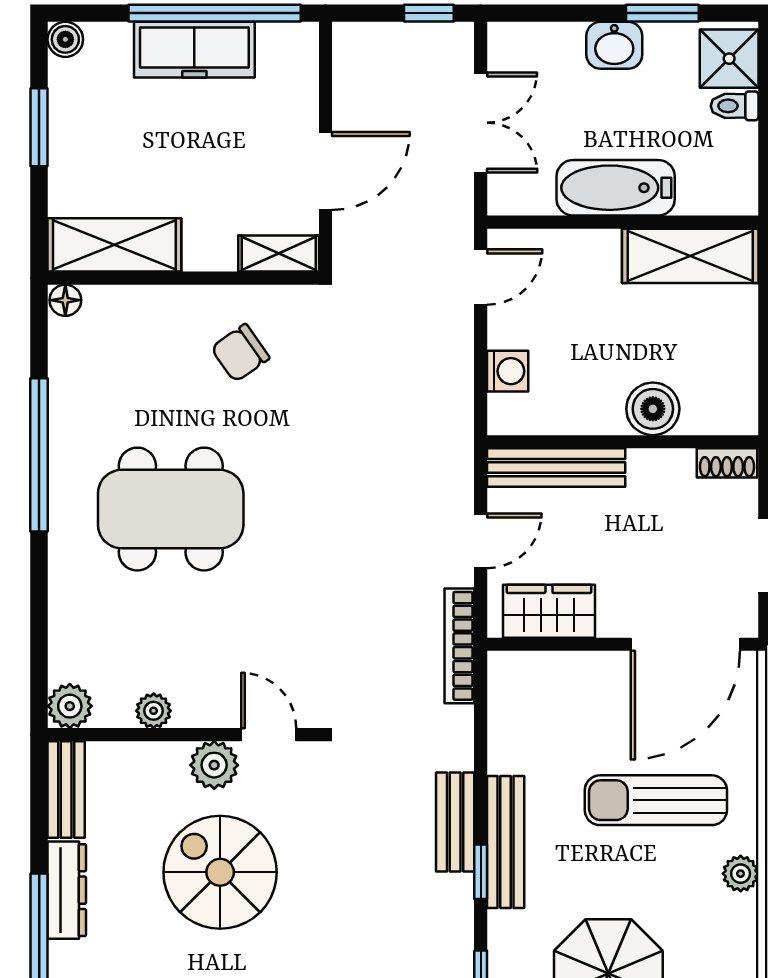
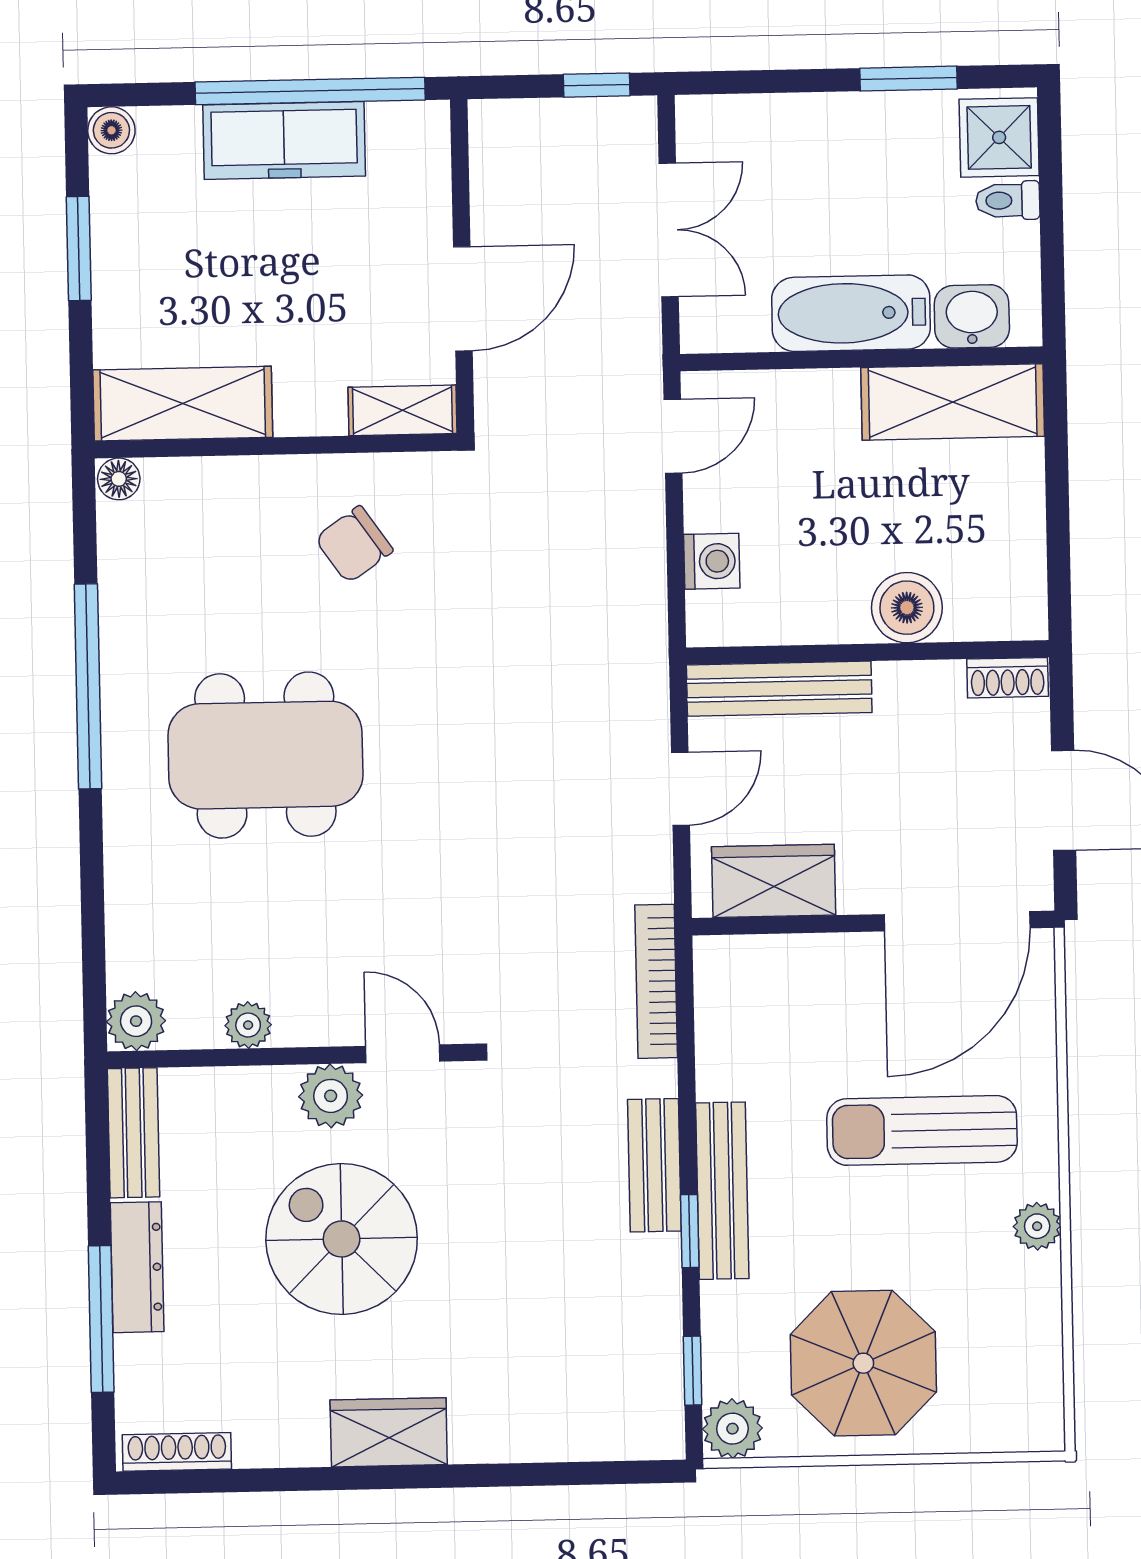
washbasin: (614, 45) -> (972, 316), moved, turned 180
bookcase: (459, 646) -> (656, 981), moved

